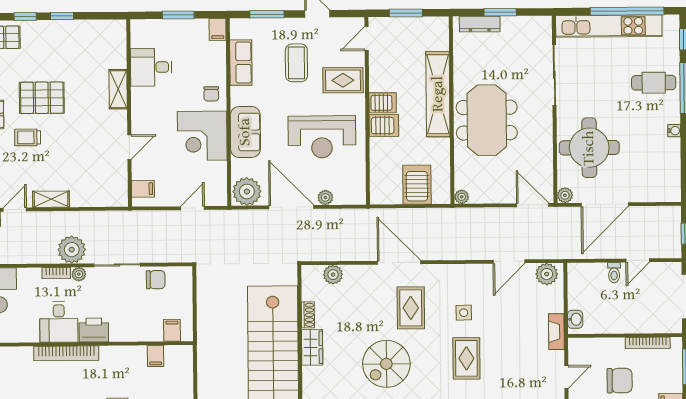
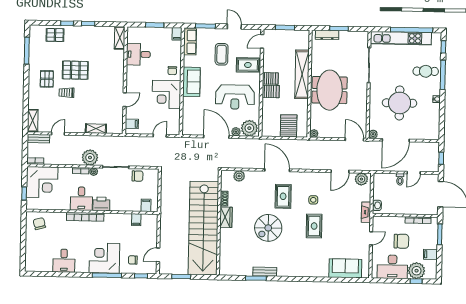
row of seats: (241, 63) -> (190, 42), moved
shelving: (118, 89) -> (120, 38), moved
sofa: (245, 132) -> (191, 82), moved
round table: (589, 148) -> (400, 103), moved
plant: (247, 191) -> (249, 128), moved
shelving: (51, 199) -> (96, 129), moved

